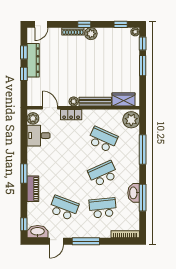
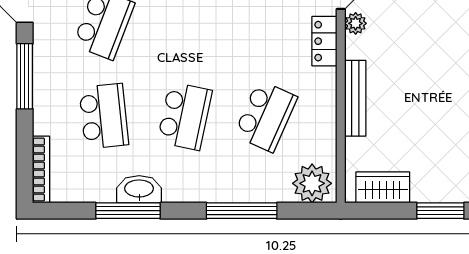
wardrobe: (123, 99) -> (383, 187), moved, turned -90
plant: (74, 101) -> (356, 23), moved
school desk: (103, 174) -> (185, 116), turned 36

